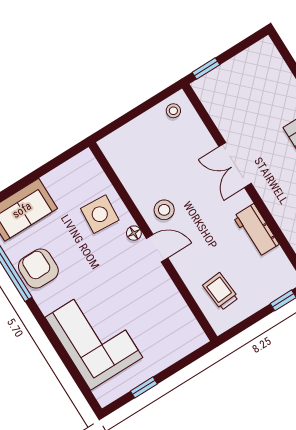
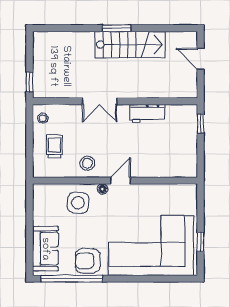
stool: (164, 210) -> (87, 163), moved
trolley: (221, 292) -> (54, 147), moved, turned 95
corner sofa: (94, 337) -> (151, 245), width x1.36, depth x1.36

